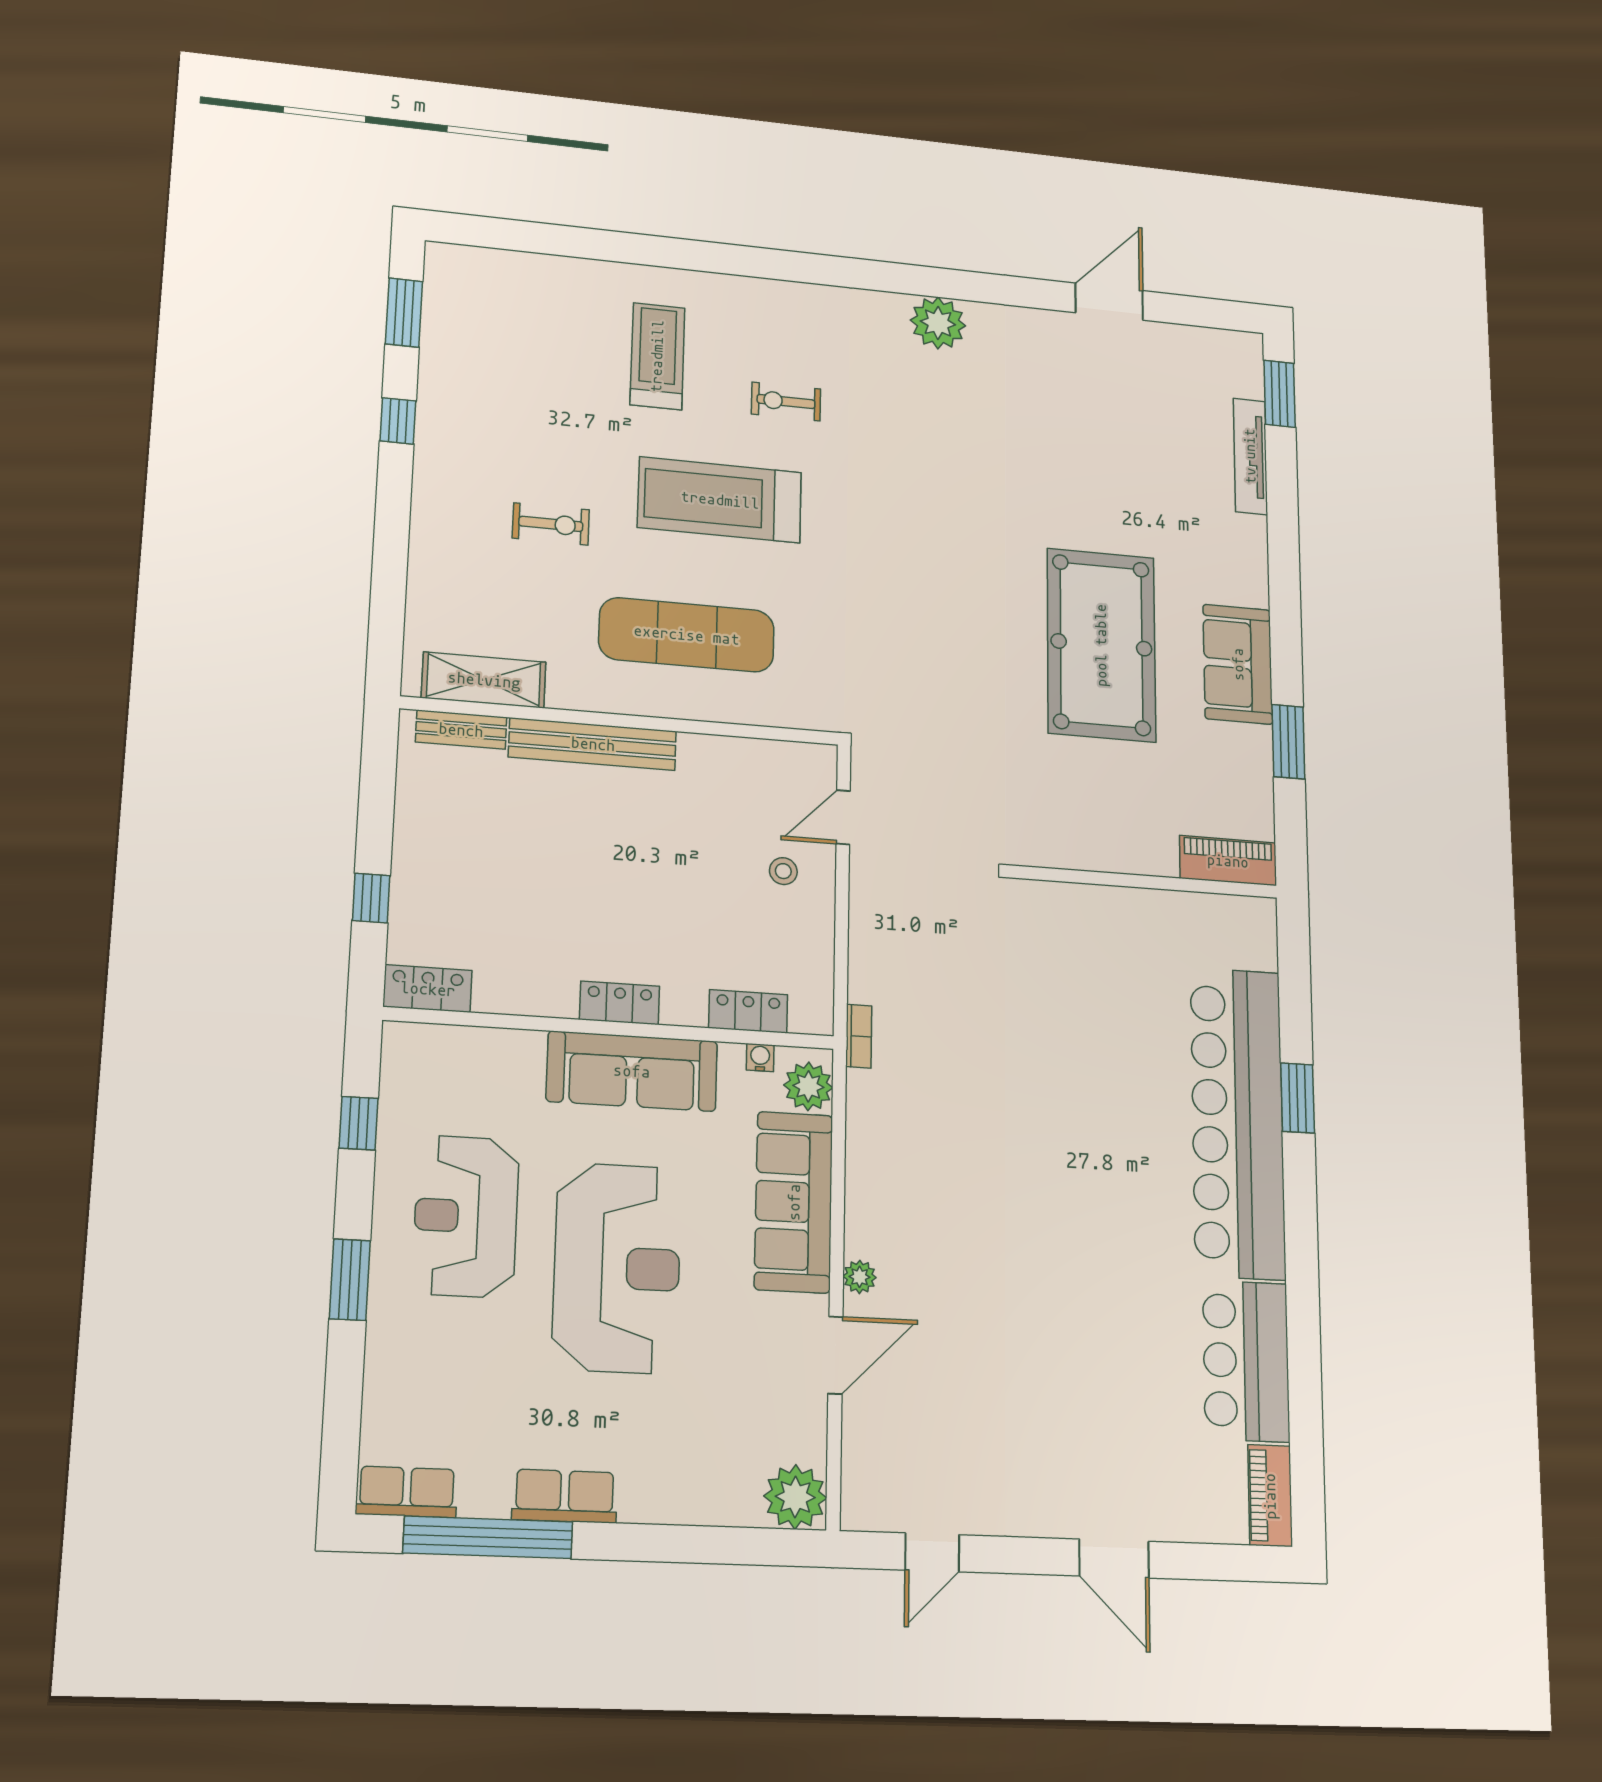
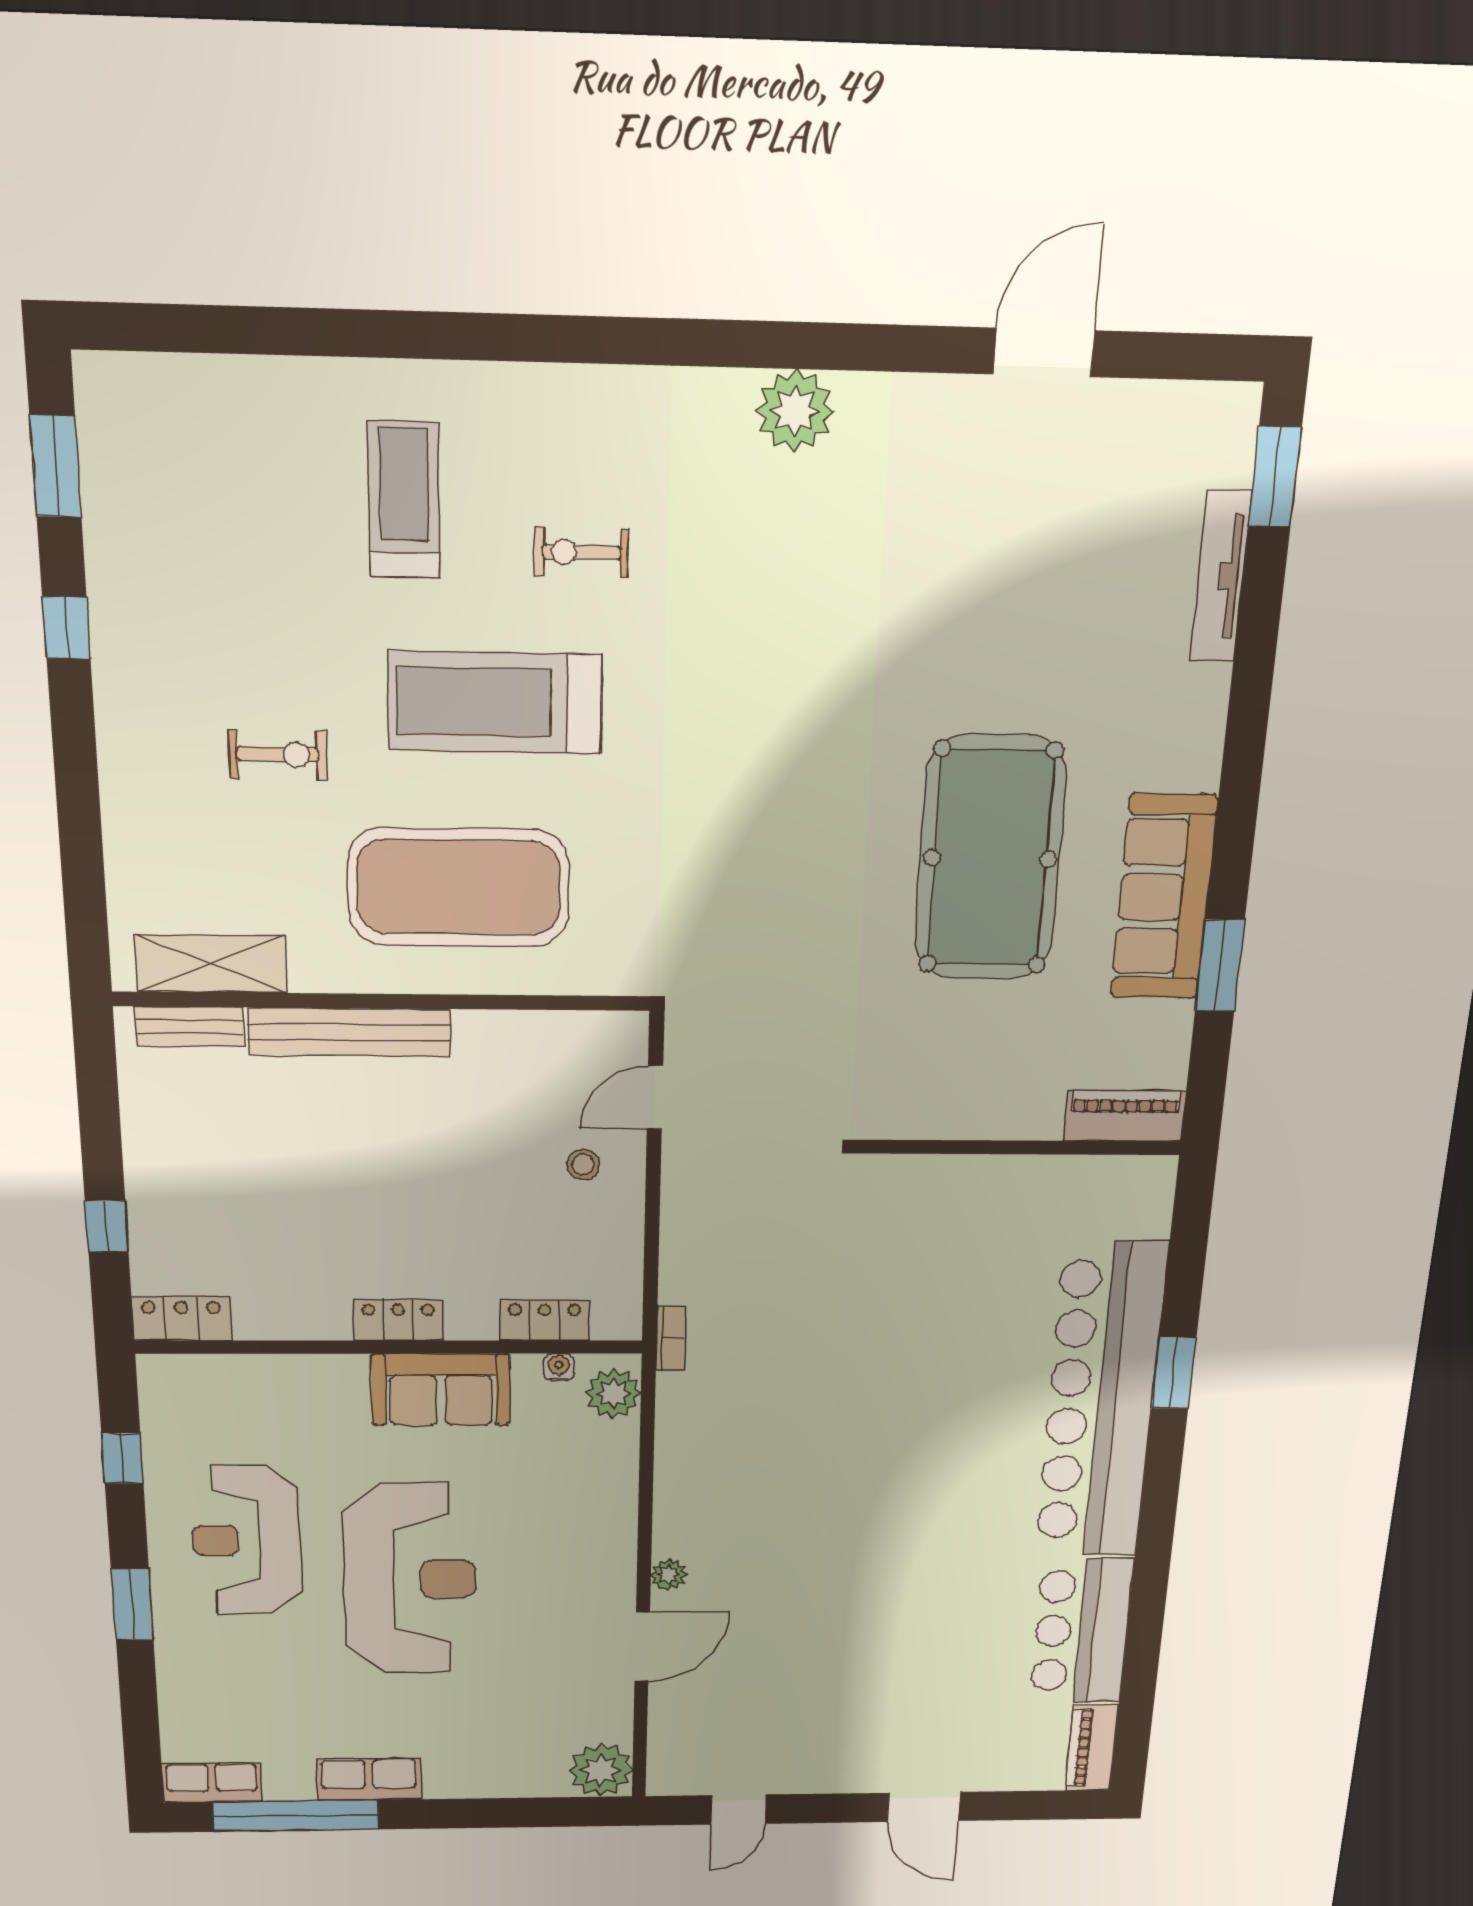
exercise mat: (687, 635) -> (459, 887), width x1.47
sofa: (1238, 664) -> (1164, 897), width x1.36
sofa: (632, 1071) -> (441, 1390), width x0.73
sofa: (794, 1202) -> (597, 1508), removed

